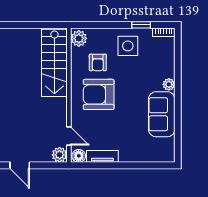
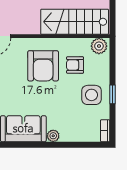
window: (141, 25) -> (113, 94), moved
armchair: (99, 94) -> (43, 66), turned 180

